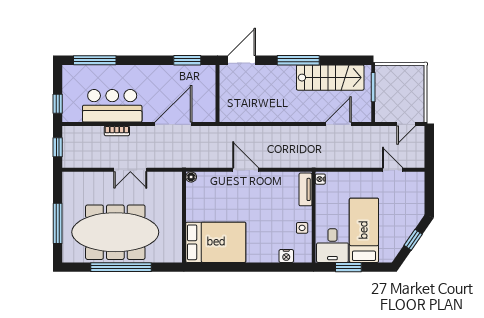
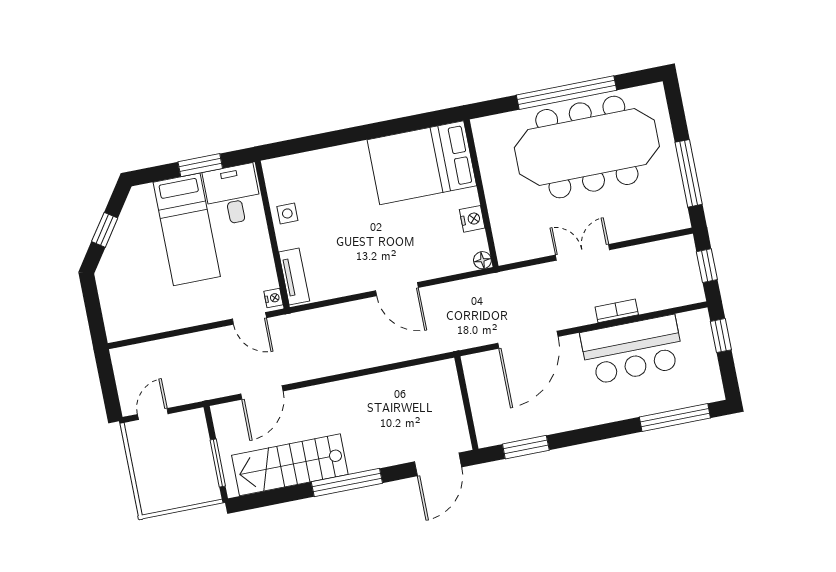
door: (393, 170) -> (249, 318), moved
window: (58, 223) -> (689, 173), moved
nightstand: (286, 256) -> (472, 219), moved, turned 90

